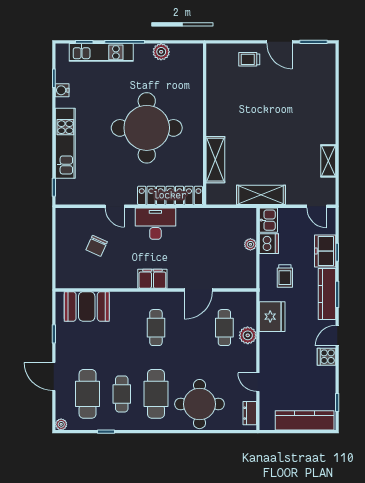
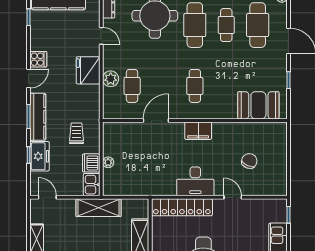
fridge: (272, 317) -> (88, 70), moved

